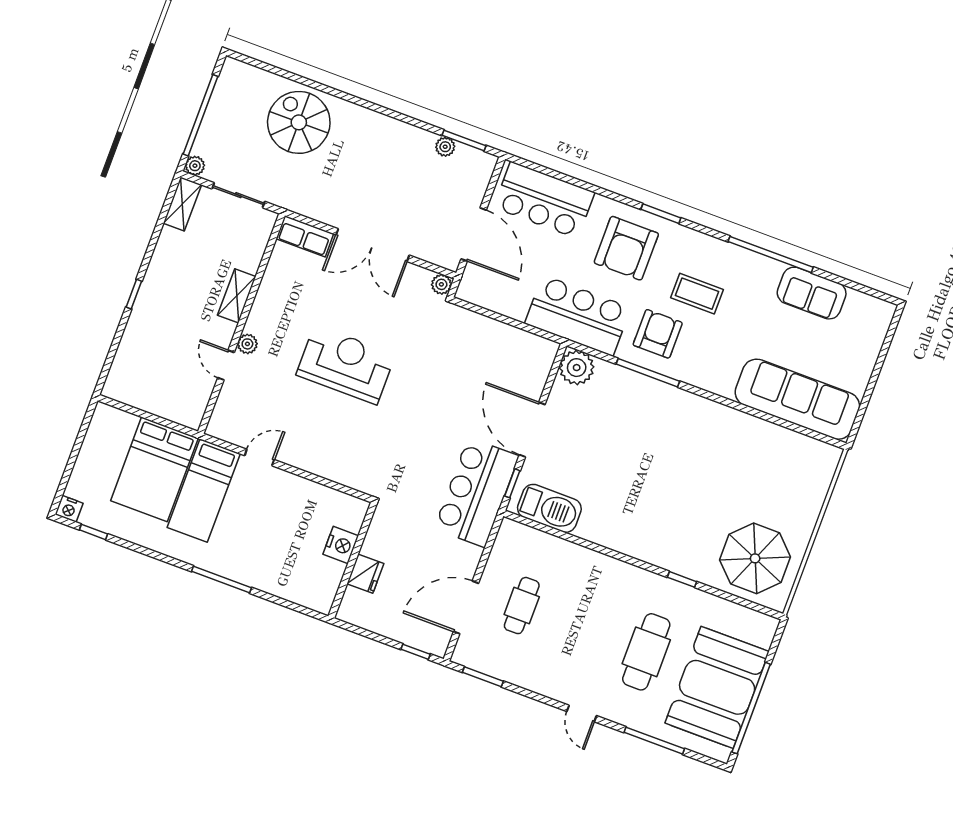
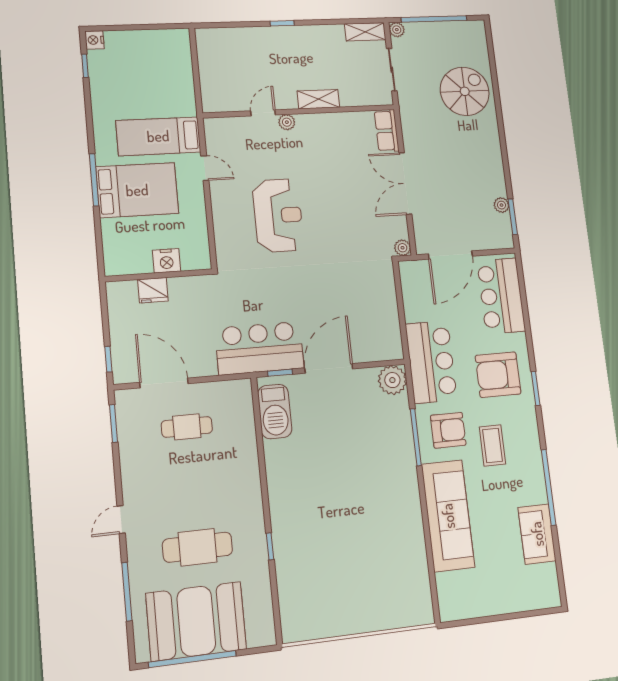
reception desk: (346, 365) -> (278, 215), moved
sofa: (797, 399) -> (448, 516), moved
bed: (154, 469) -> (137, 190), moved, turned 180
parasol: (755, 558) -> (315, 597), removed

